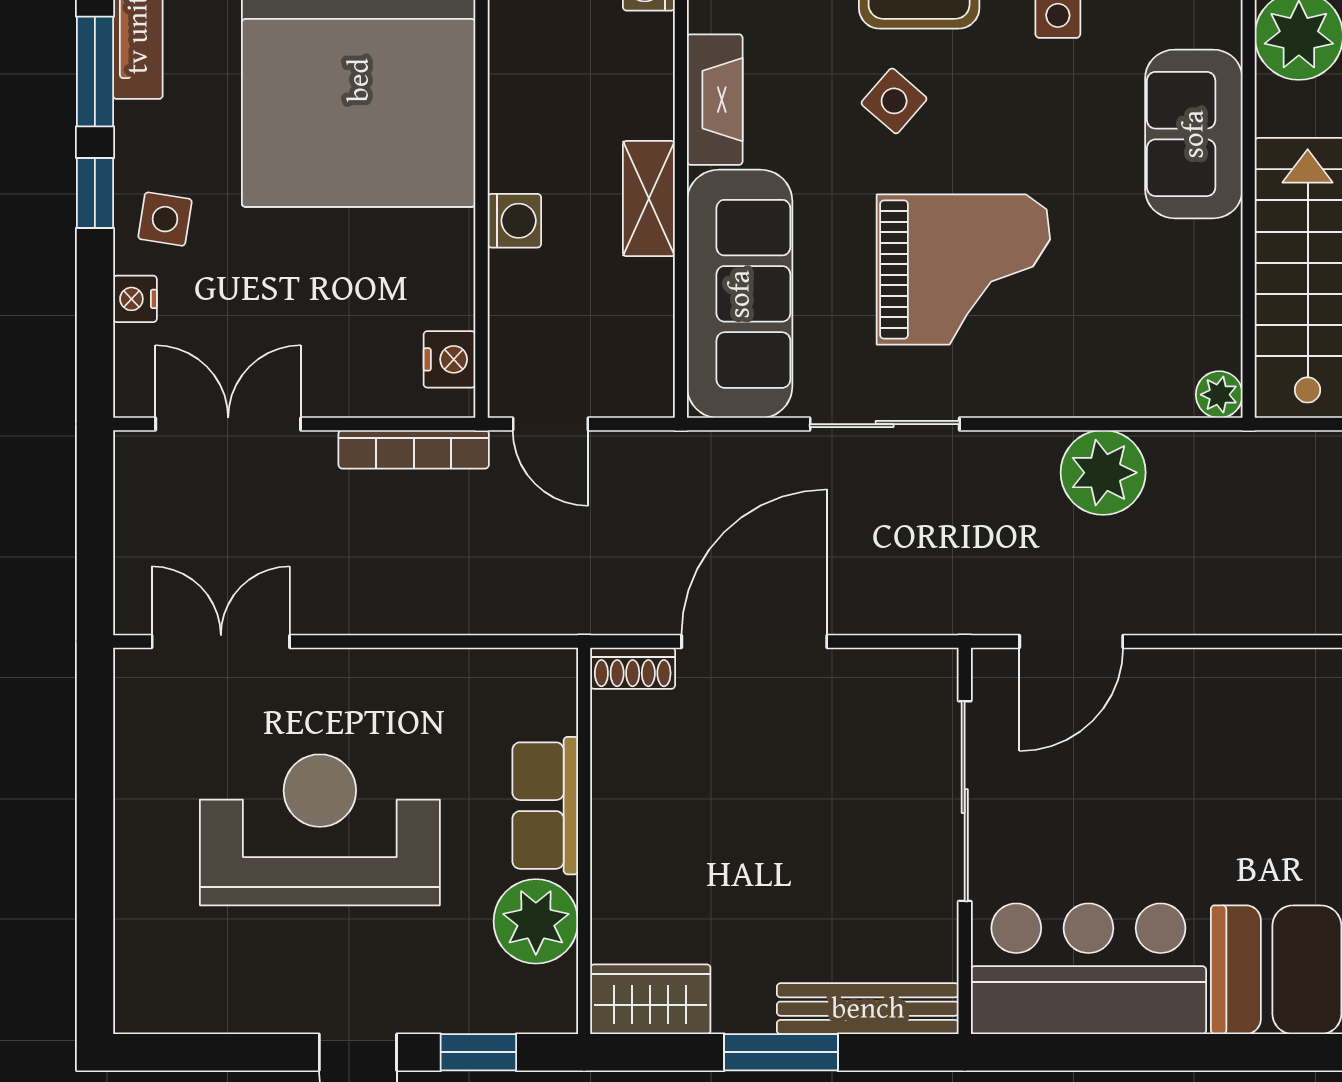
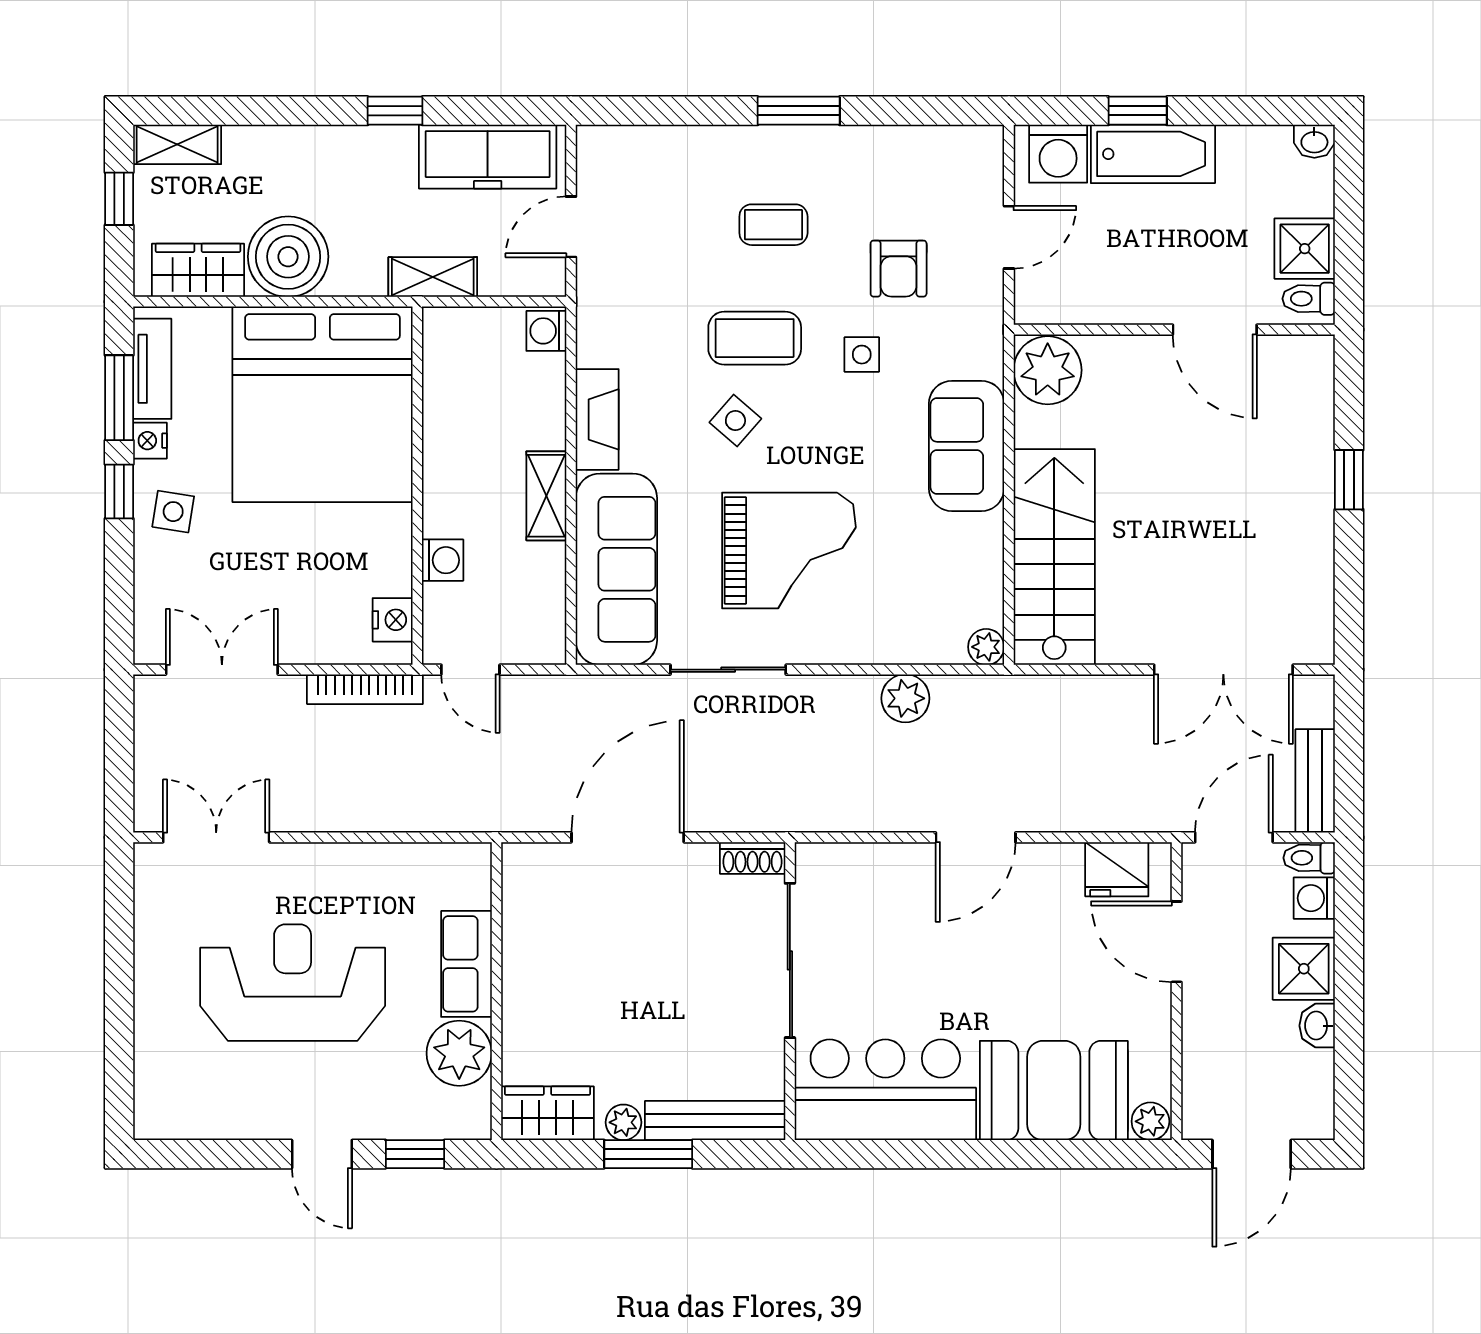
washing machine: (514, 221) -> (443, 560), moved
nightstand: (135, 299) -> (150, 441), moved
plant: (1103, 473) -> (905, 698), width x0.73, depth x0.73
door: (1071, 641) -> (976, 837), moved
shoe rack: (633, 668) -> (753, 858), moved
plant: (749, 1011) -> (623, 1122), added

